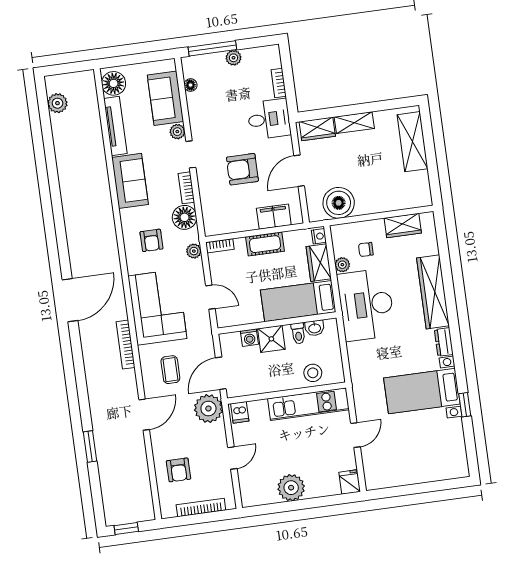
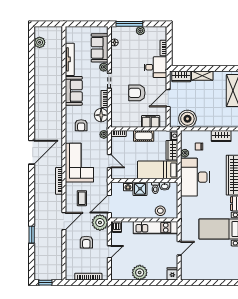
floor lamp: (114, 83) -> (72, 36), removed
armchair: (179, 470) -> (86, 242), moved

